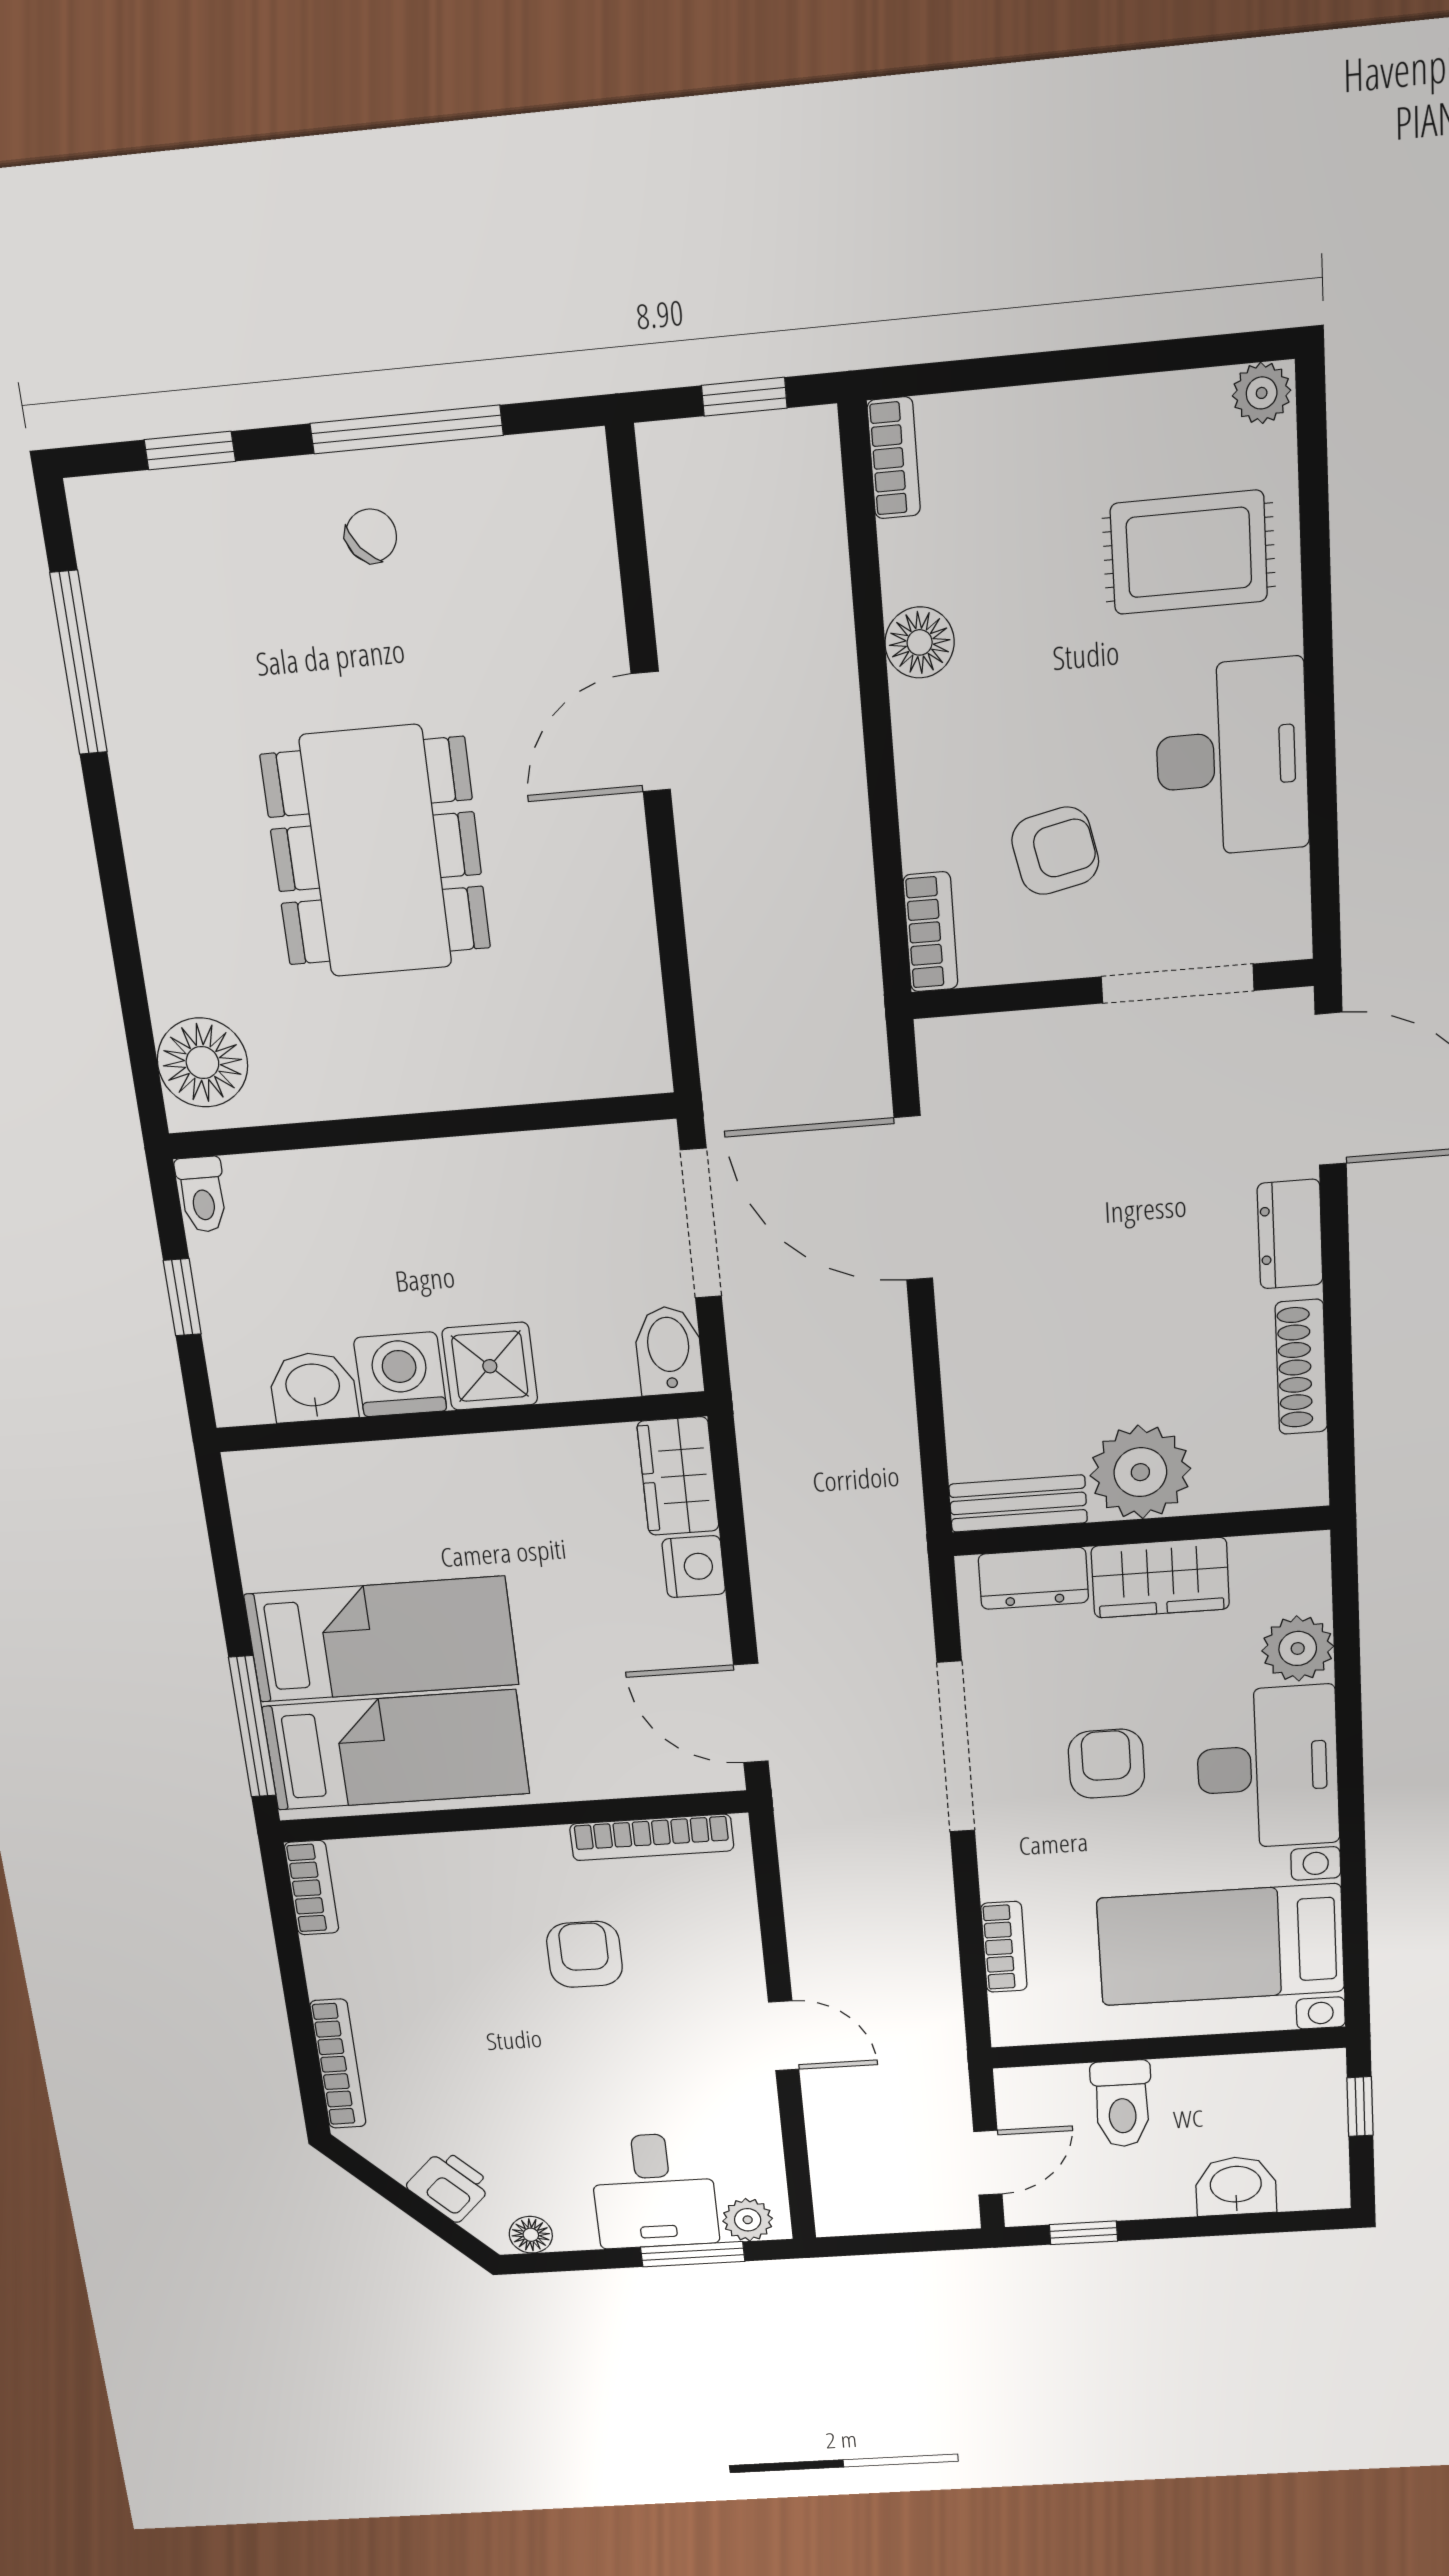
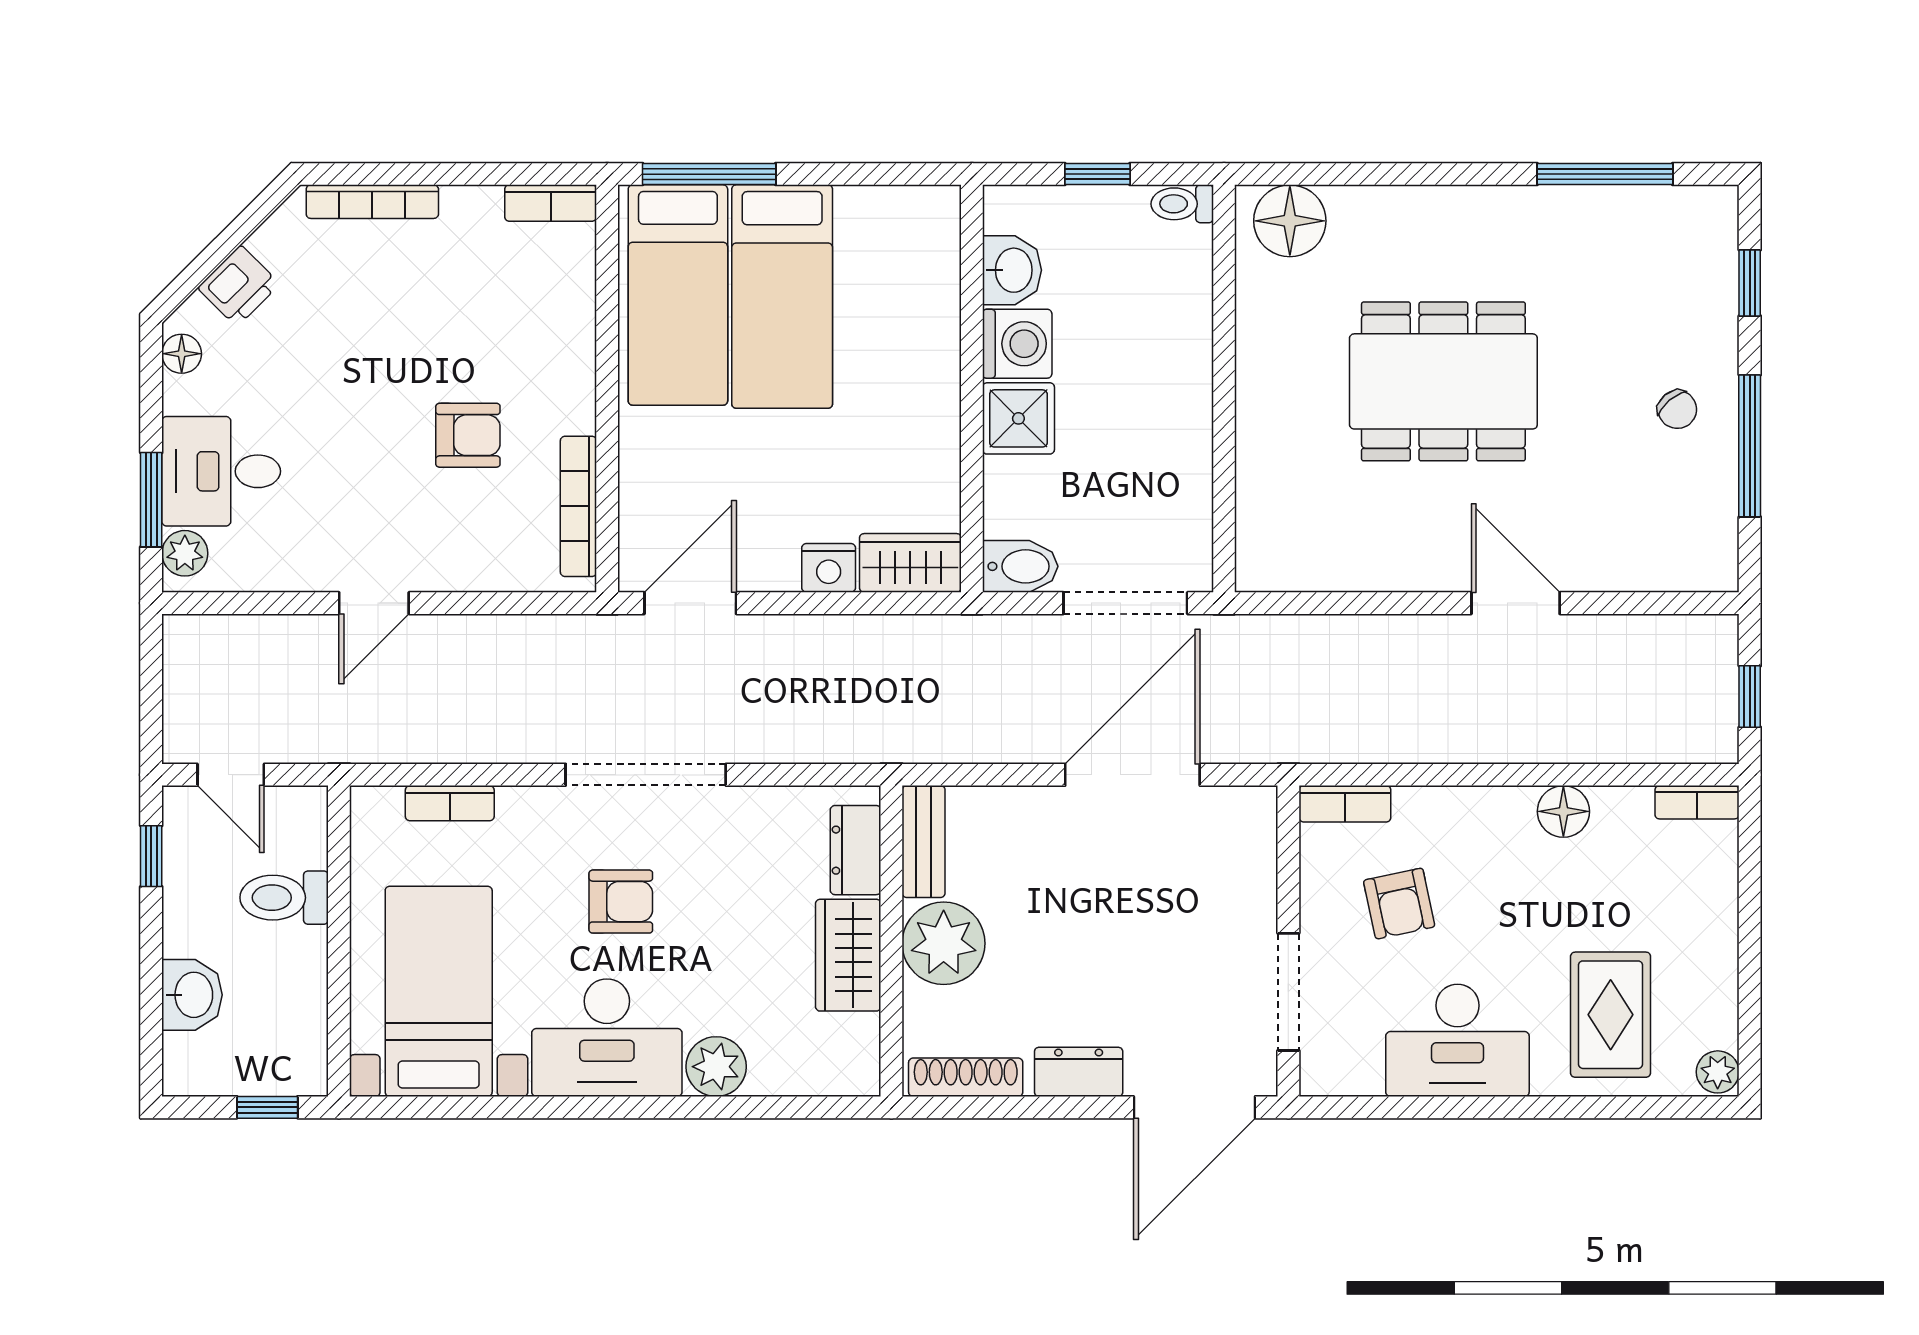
plant: (1140, 1472) -> (944, 943), moved
bench: (1018, 1503) -> (924, 842), moved
wall: (1141, 1531) -> (891, 941), moved
dresser: (1033, 1578) -> (856, 850), moved
wardrobe: (1160, 1578) -> (848, 955), moved

